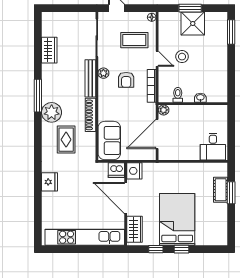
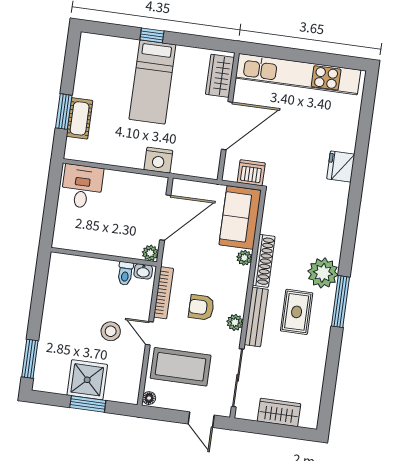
coffee table: (134, 40) -> (181, 367), width x1.36, depth x1.32
wardrobe: (49, 50) -> (279, 412), moved, turned 90
armchair: (126, 80) -> (201, 307), turned -90
washbasin: (200, 98) -> (143, 271), moved
plant: (103, 115) -> (244, 258), added
rug: (66, 140) -> (297, 312), moved
dishwasher: (116, 170) -> (251, 173), moved
nightstand: (134, 171) -> (158, 160), moved, turned 90
door: (126, 198) -> (227, 126), hinge flipped
bed: (177, 219) -> (152, 82), width x0.67
window: (156, 249) -> (191, 41), removed

